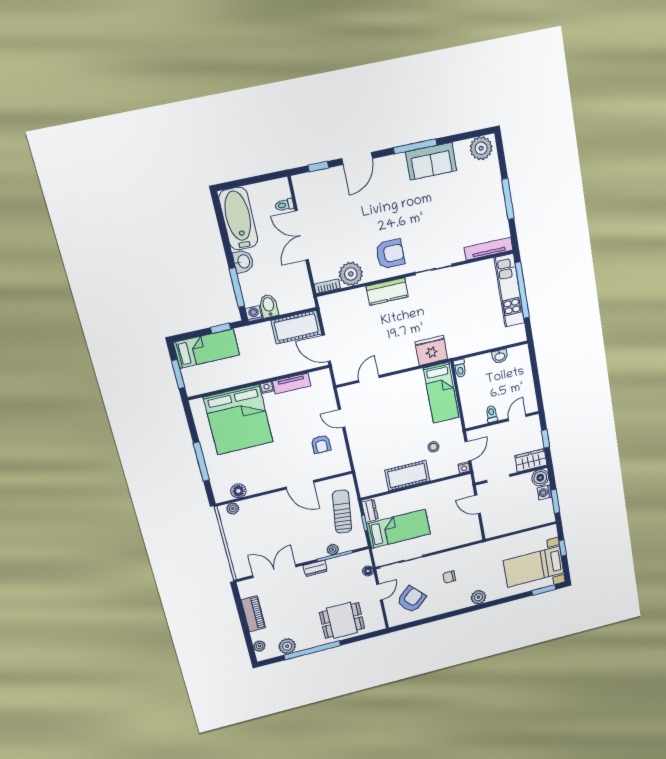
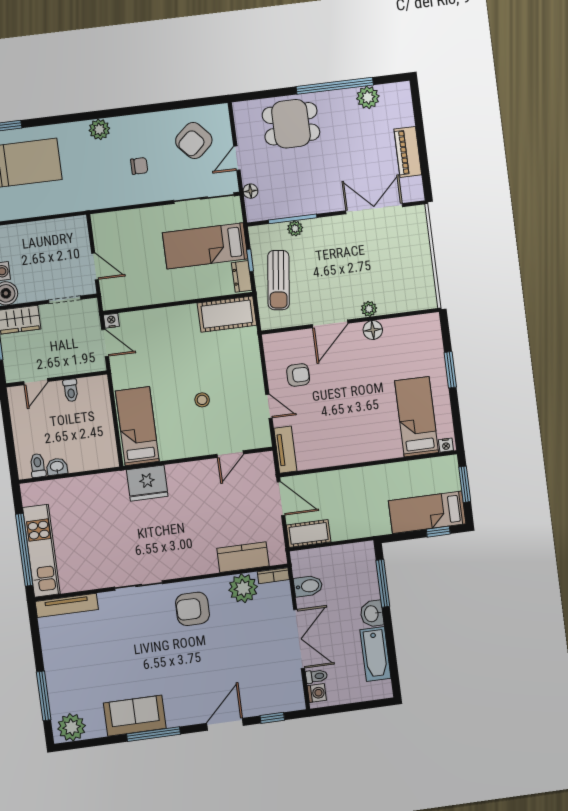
window: (508, 199) -> (44, 696), moved
bathtub: (238, 219) -> (375, 654), width x0.73, depth x0.73
kitchen counter: (387, 291) -> (243, 557), moved
bidet: (269, 306) -> (308, 586), moved, turned -90
washing machine: (254, 314) -> (317, 693), moved, turned -90
cot: (296, 327) -> (309, 533), width x0.73, depth x0.75
window: (221, 328) -> (438, 532), moved
toilet: (460, 368) -> (38, 465), moved
tv unit: (292, 384) -> (285, 450), moved, turned 90
nightstand: (267, 387) -> (446, 445), moved
bed: (238, 420) -> (417, 417), width x0.49
armchair: (321, 444) -> (298, 375), turned 90
stool: (433, 447) -> (202, 400), moved
door: (468, 451) -> (105, 343), swing flipped
window: (201, 462) -> (450, 370), width x0.69
cot: (407, 476) -> (227, 314), moved
door: (300, 485) -> (330, 324), swing flipped
floor lamp: (238, 491) -> (373, 330), moved
plant: (233, 509) -> (369, 309), moved
dresser: (315, 568) -> (320, 205), removed
double door: (274, 571) -> (374, 209), swing flipped
plant: (259, 646) -> (405, 104), removed

